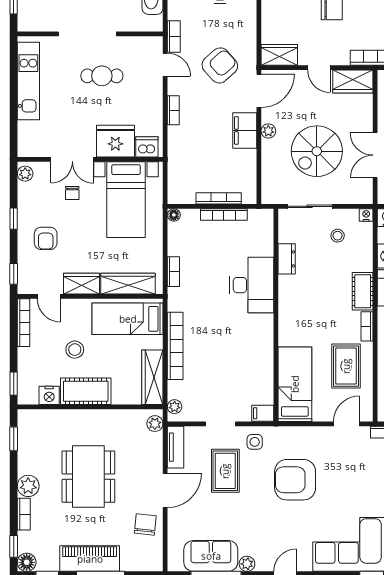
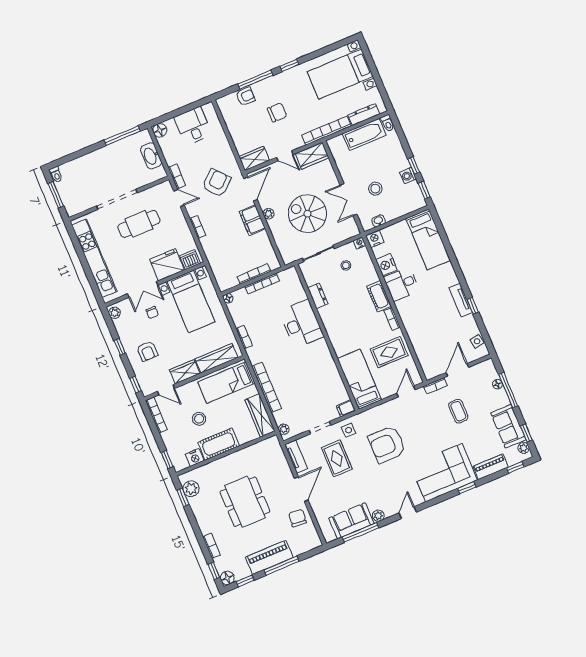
cafe table: (102, 76) -> (139, 224), width x1.37, depth x1.35
kitchen unit: (28, 81) -> (94, 258), width x1.36
spiral stairs: (317, 151) -> (307, 214), turned 90
rug: (346, 366) -> (389, 352), turned 90
plant: (155, 424) -> (275, 446), removed
plant: (28, 486) -> (191, 489), moved

